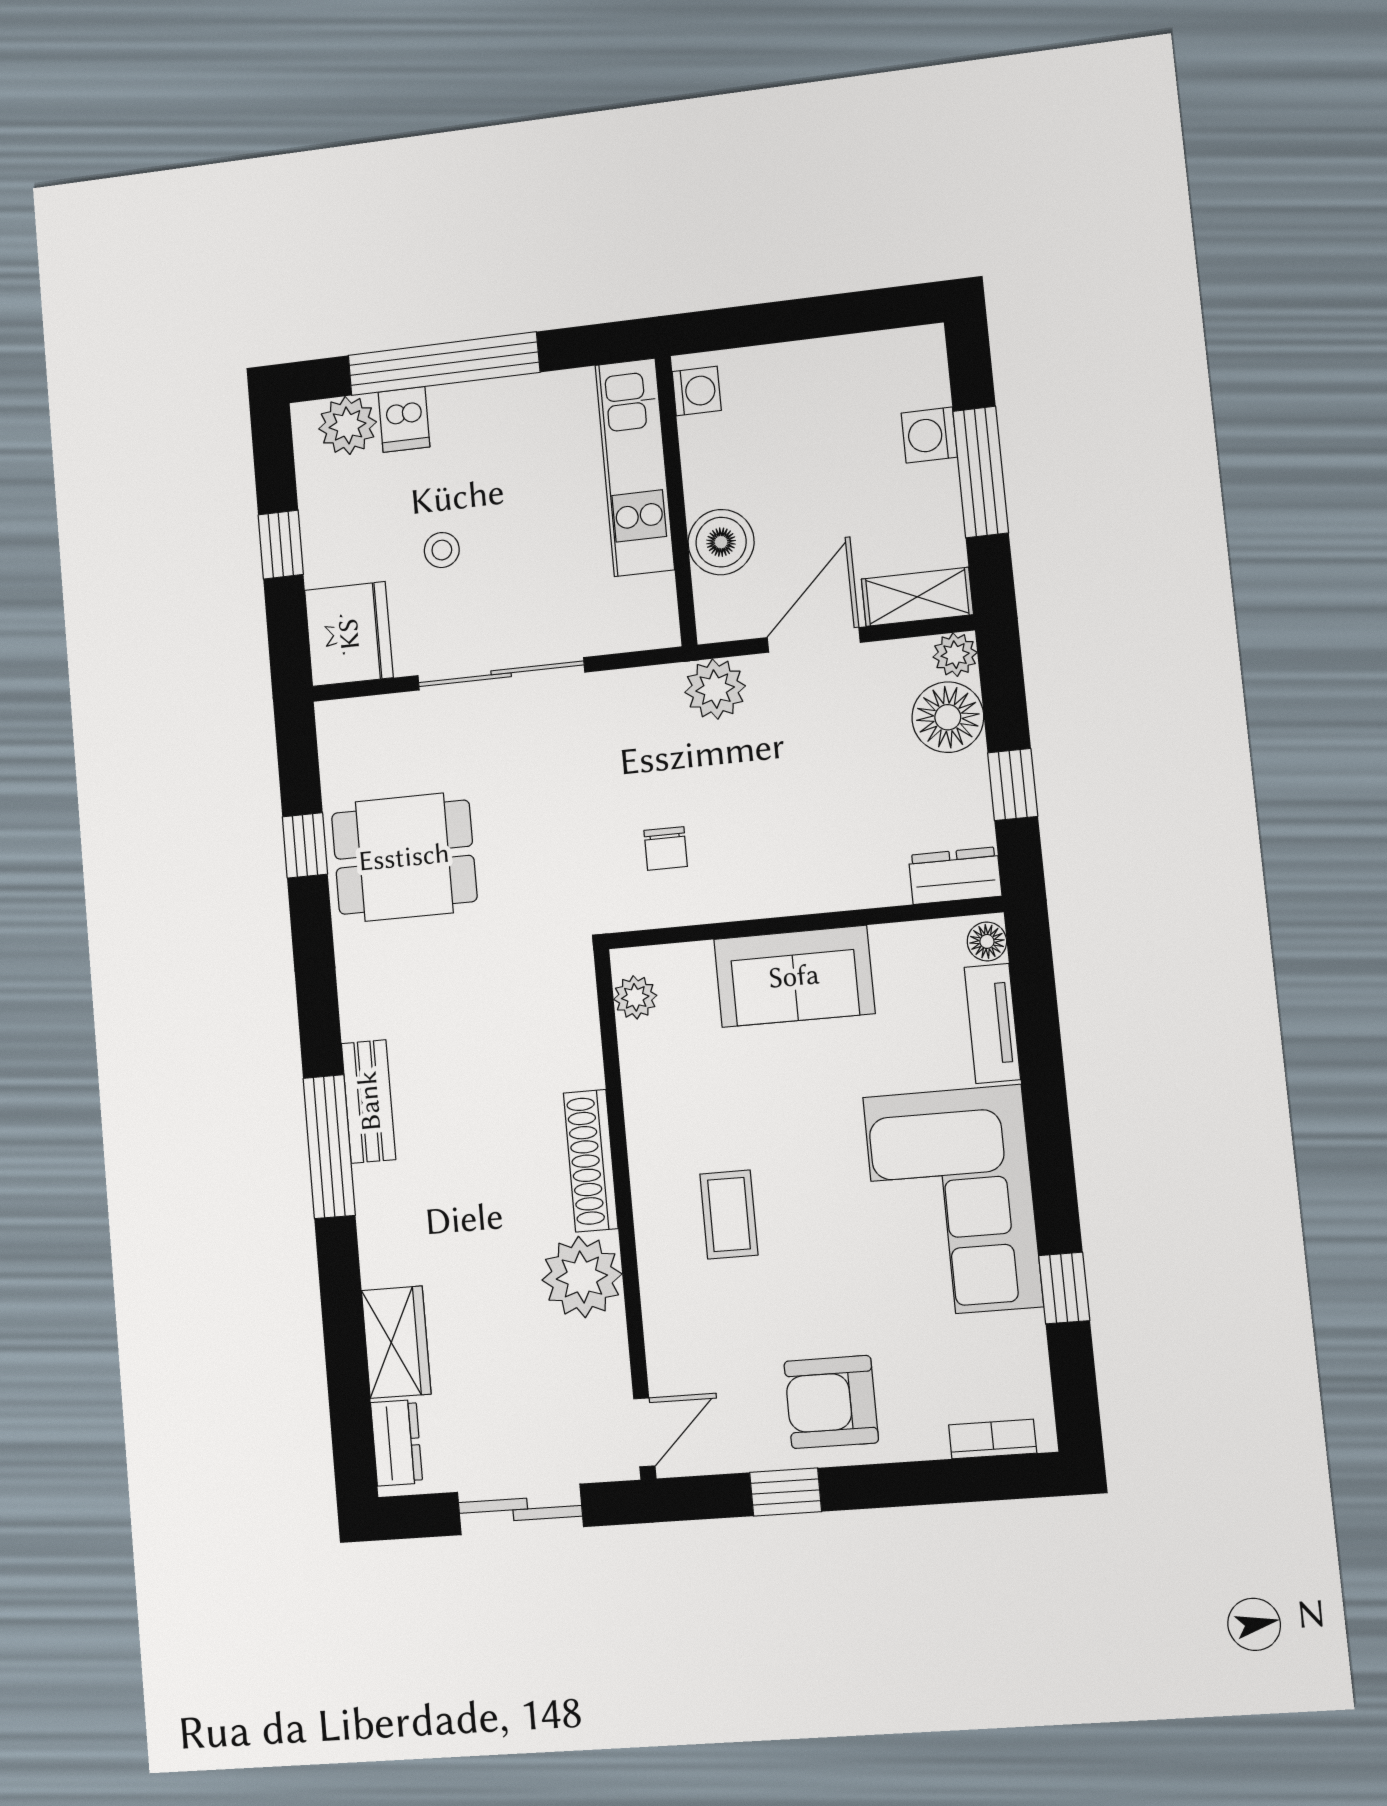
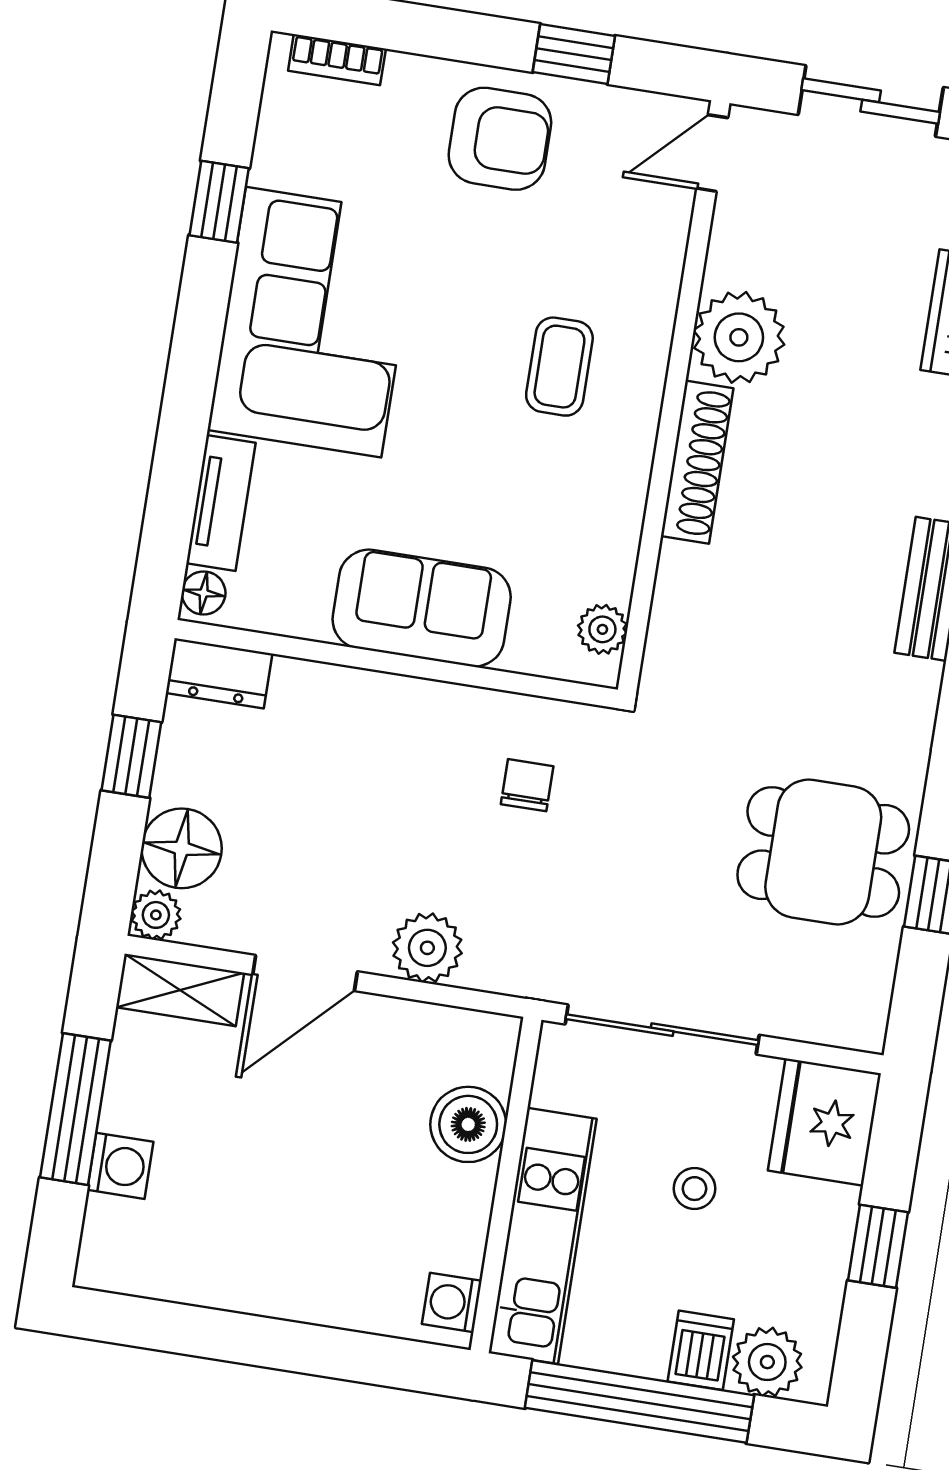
washing machine: (697, 391) -> (452, 1302), moved
kitchen unit: (635, 467) -> (543, 1236), moved
wall: (676, 501) -> (506, 1185), moved
boiler: (721, 542) -> (468, 1124), moved

